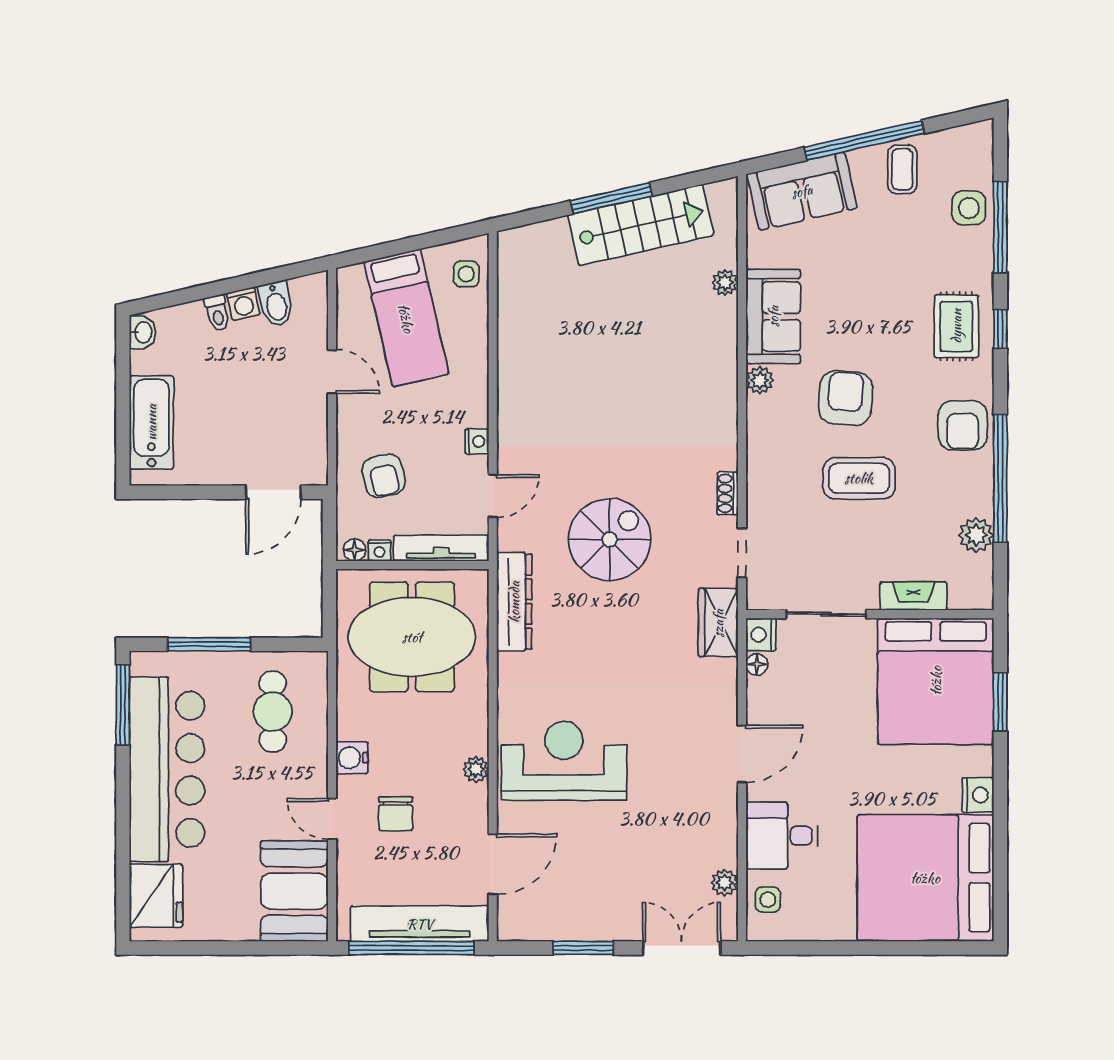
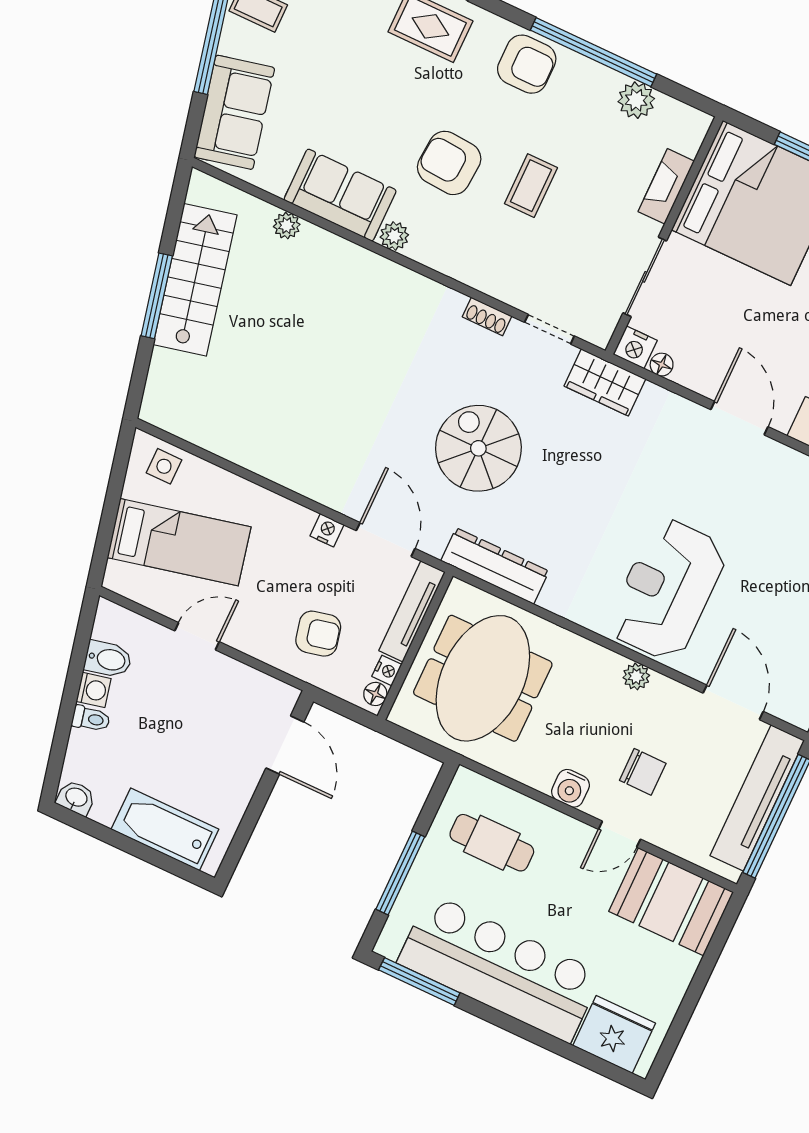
coffee table: (859, 478) -> (531, 186), width x0.73, depth x0.77
door: (493, 496) -> (386, 540), width x1.38

